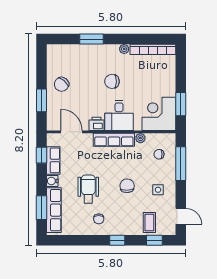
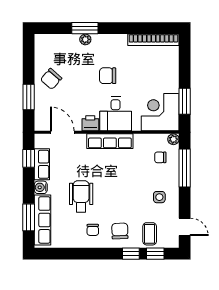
plant: (124, 49) -> (85, 39), moved
plant: (140, 138) -> (173, 139), moved
chair: (127, 186) -> (120, 231), moved
window: (117, 240) -> (131, 254), moved

